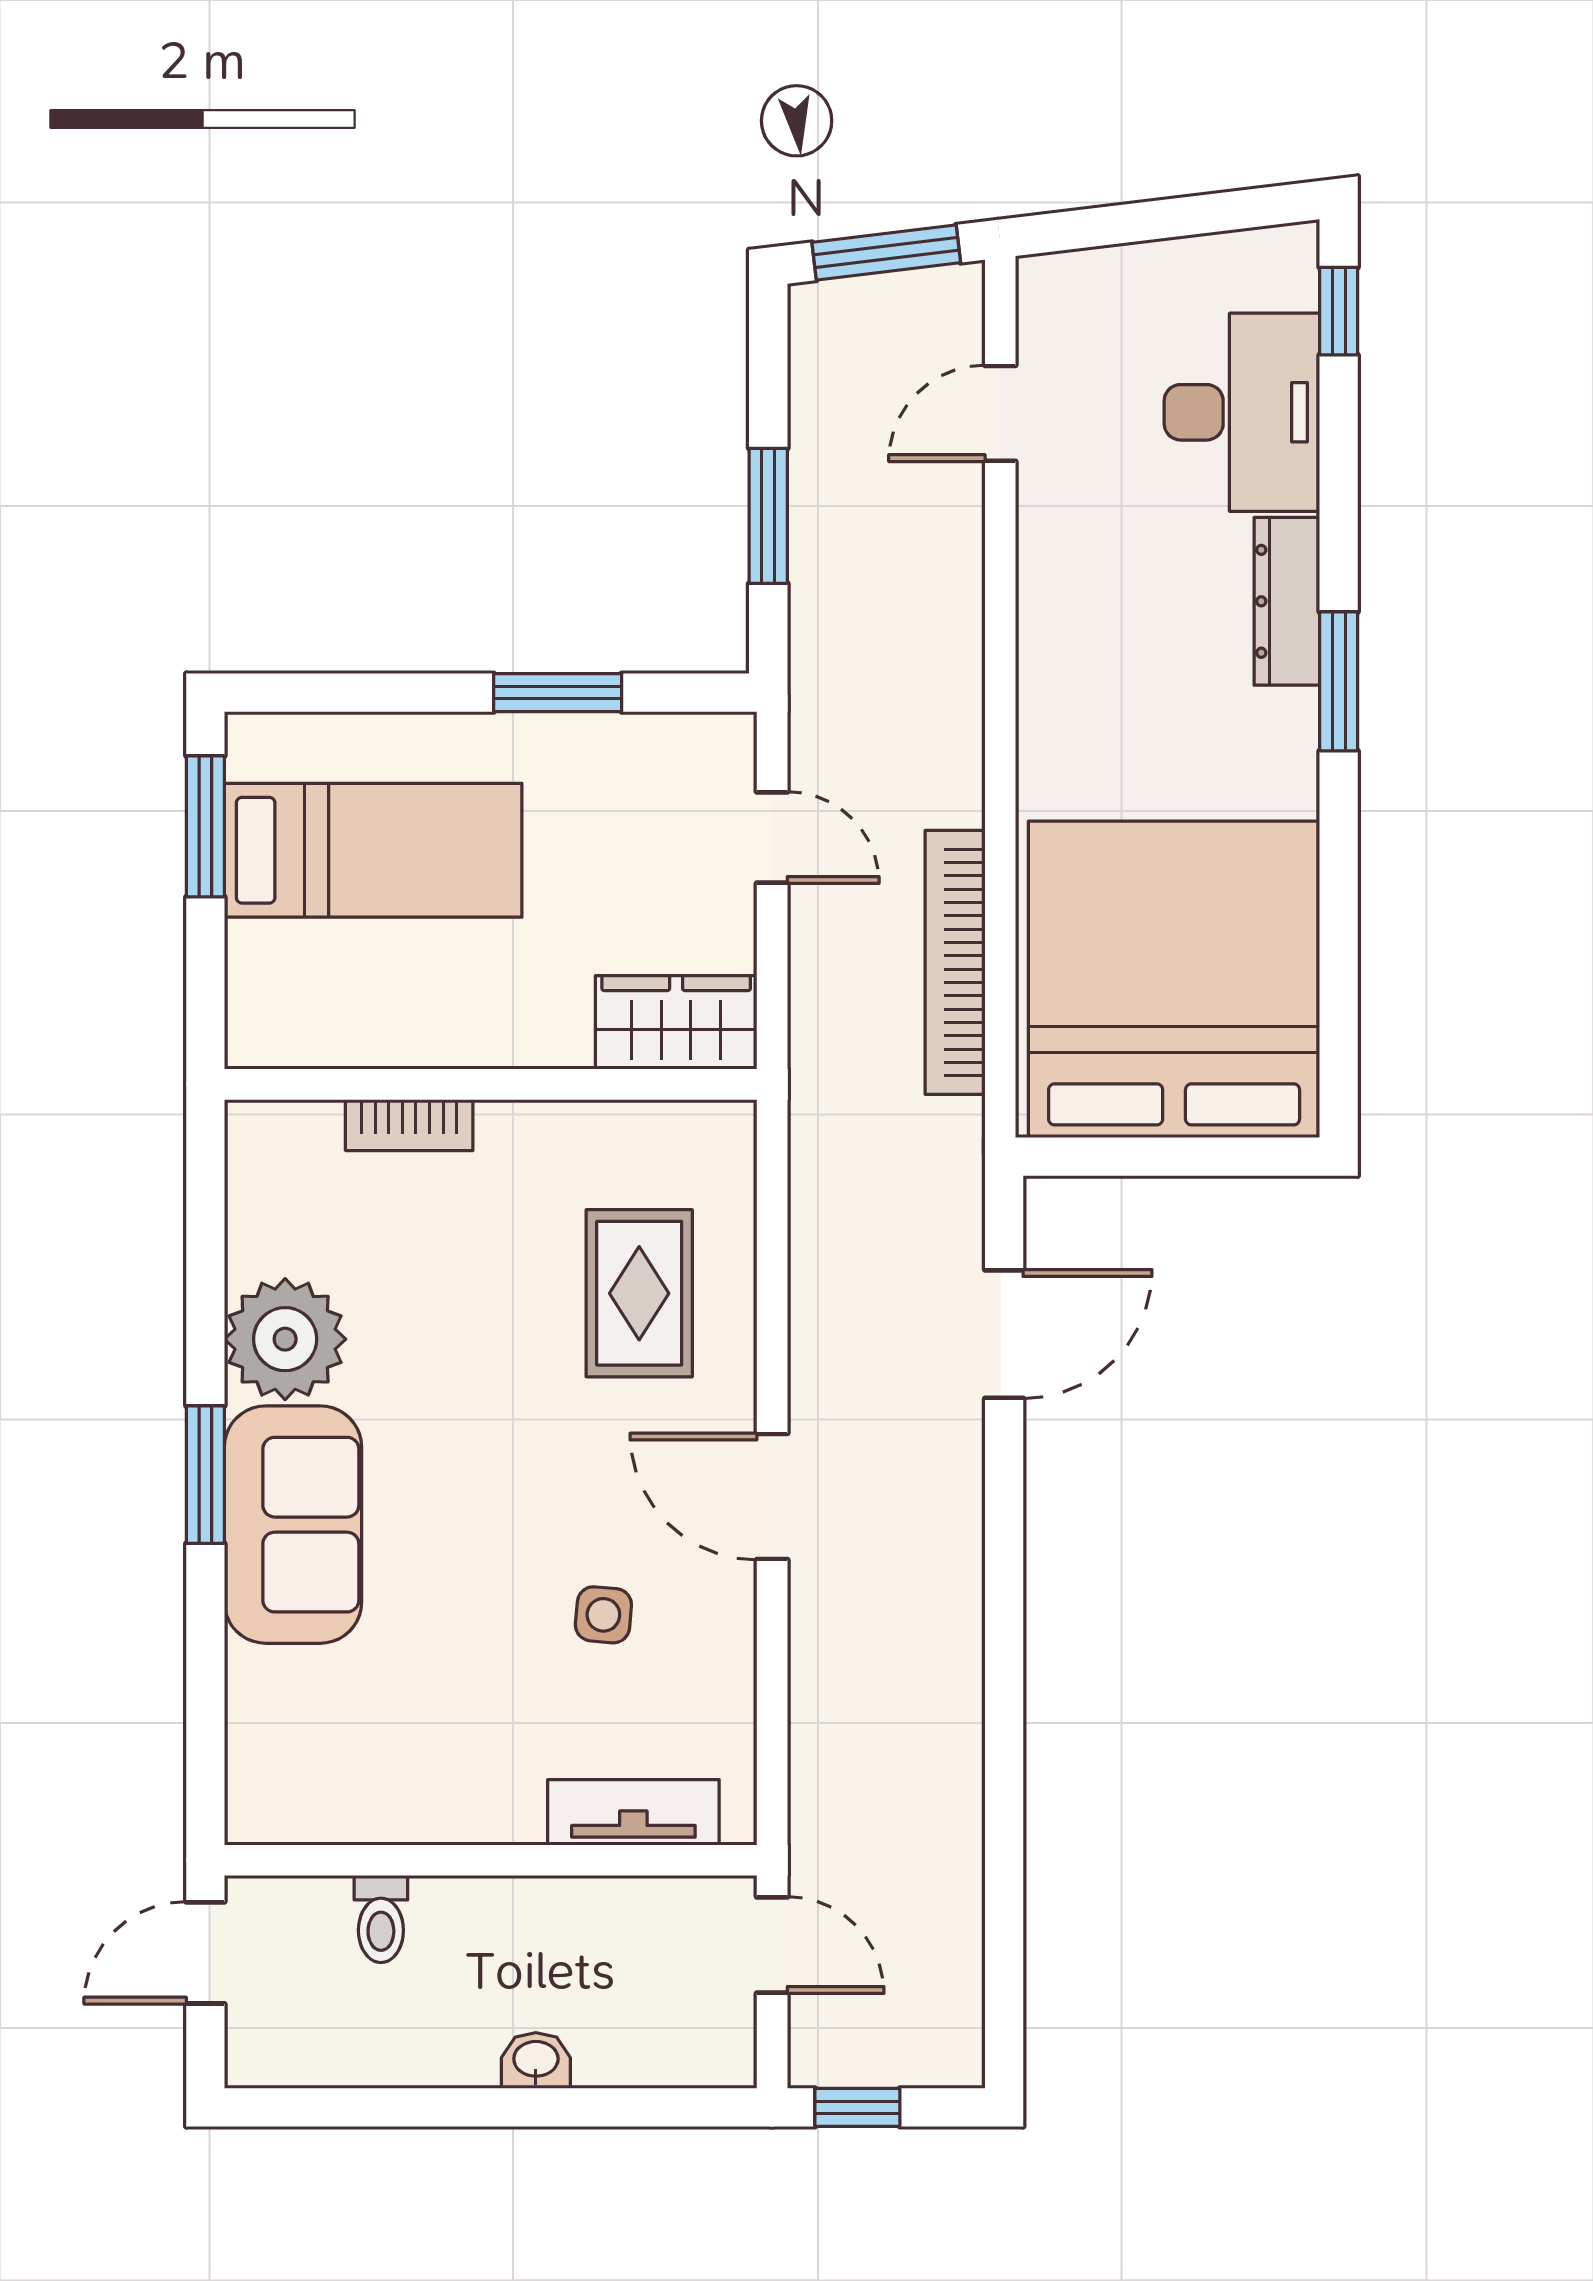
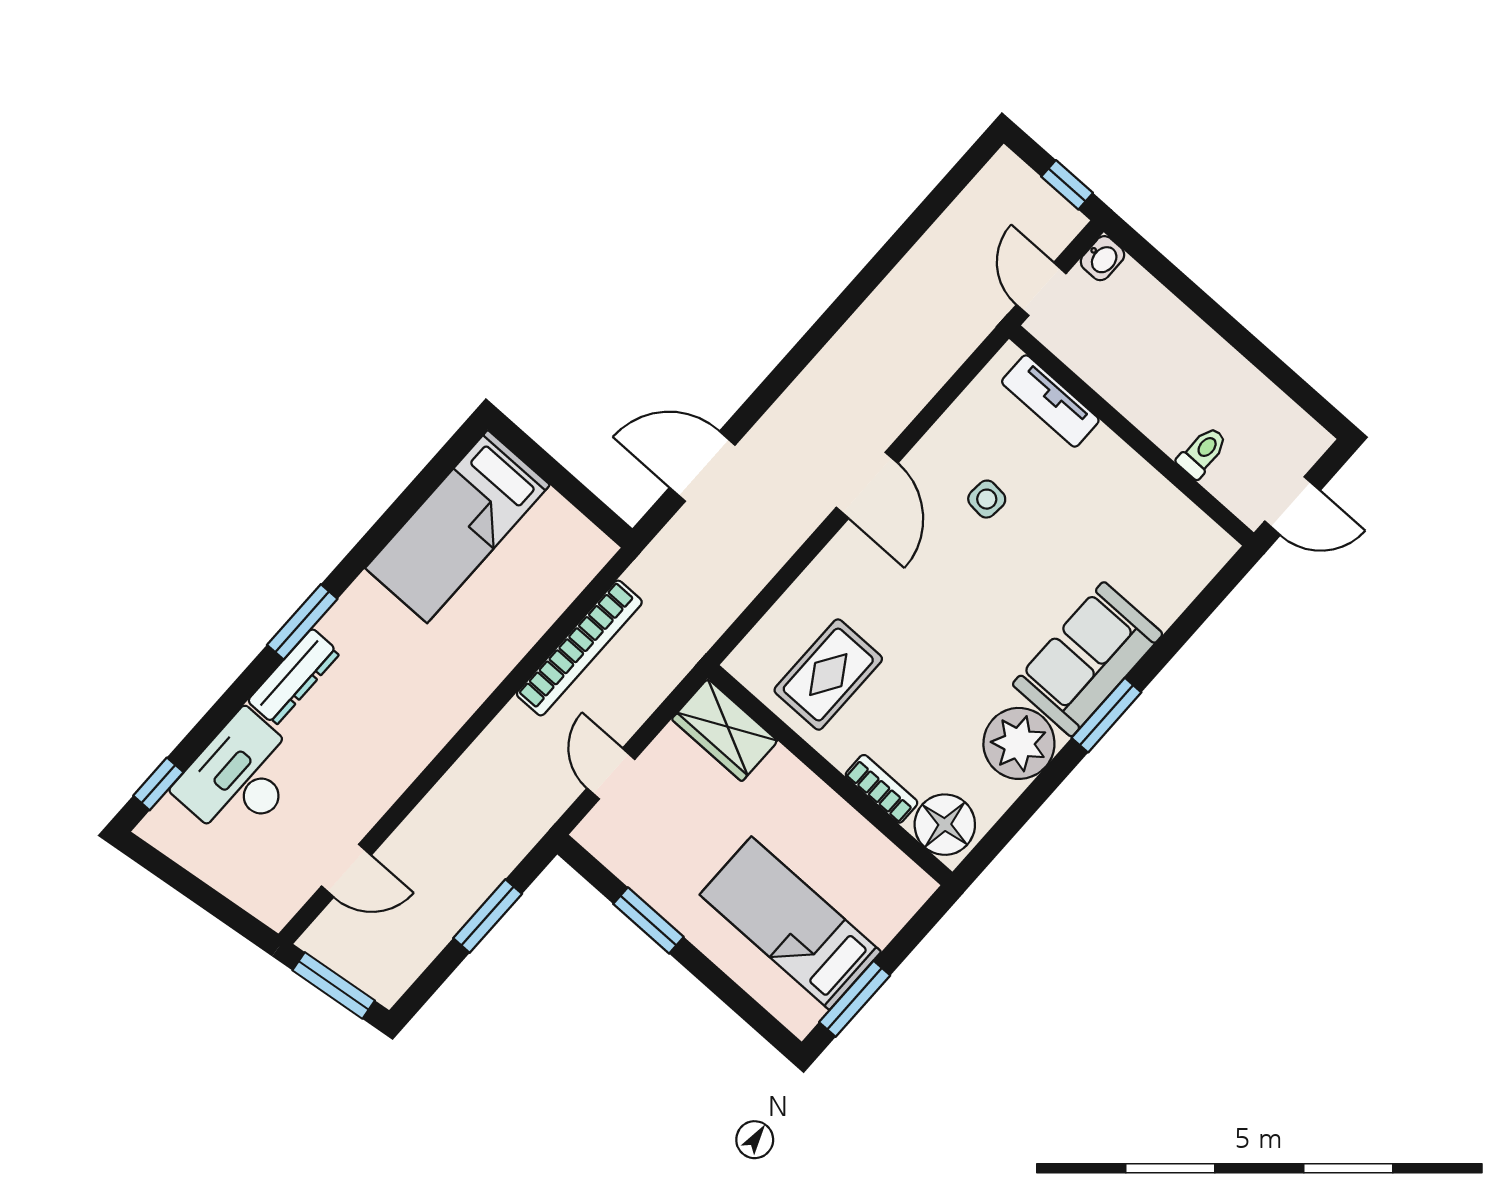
bed: (1174, 979) -> (457, 527), width x0.49
floor lamp: (288, 1151) -> (945, 825), added
rug: (639, 1293) -> (828, 675), moved
washbasin: (536, 2060) -> (1102, 258), moved, turned -90

